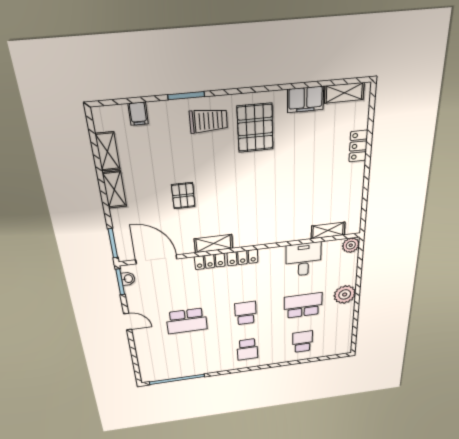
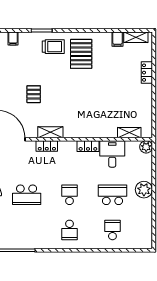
filing cabinet: (306, 99) -> (117, 39), width x0.50
locker: (243, 258) -> (88, 146), moved

